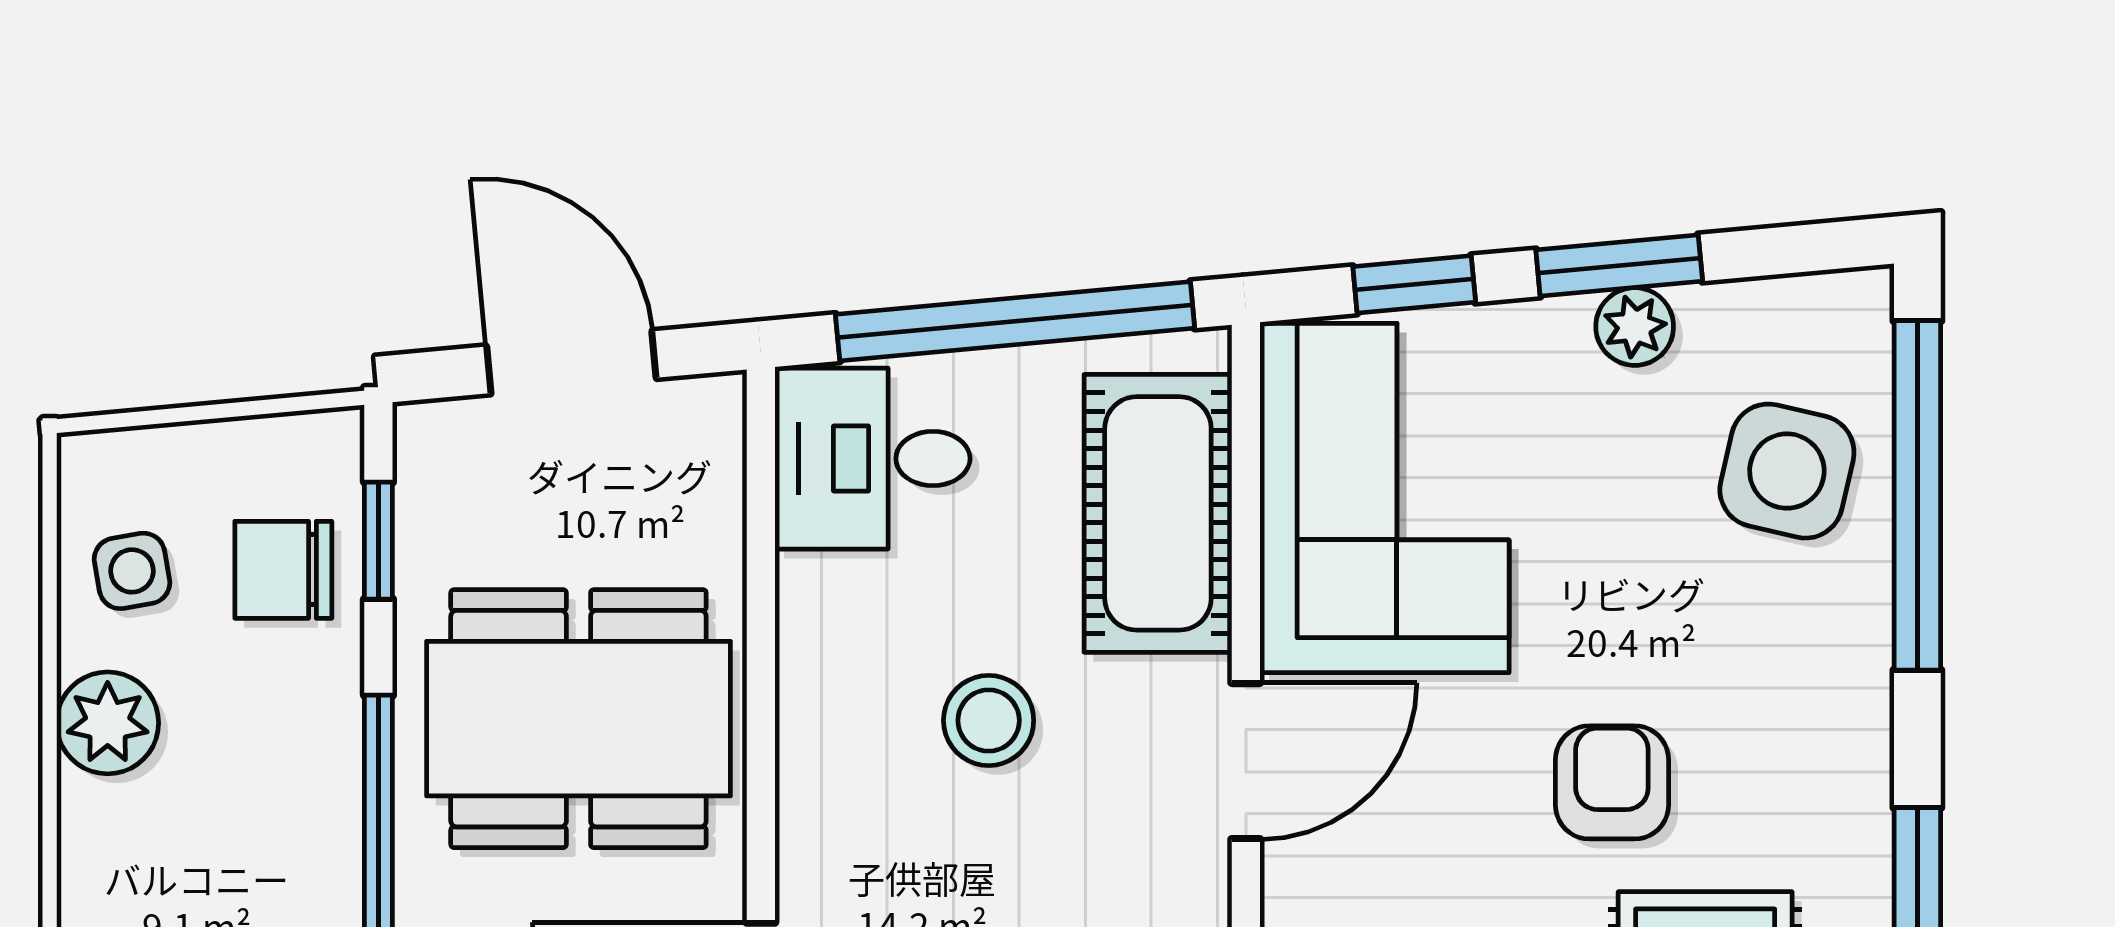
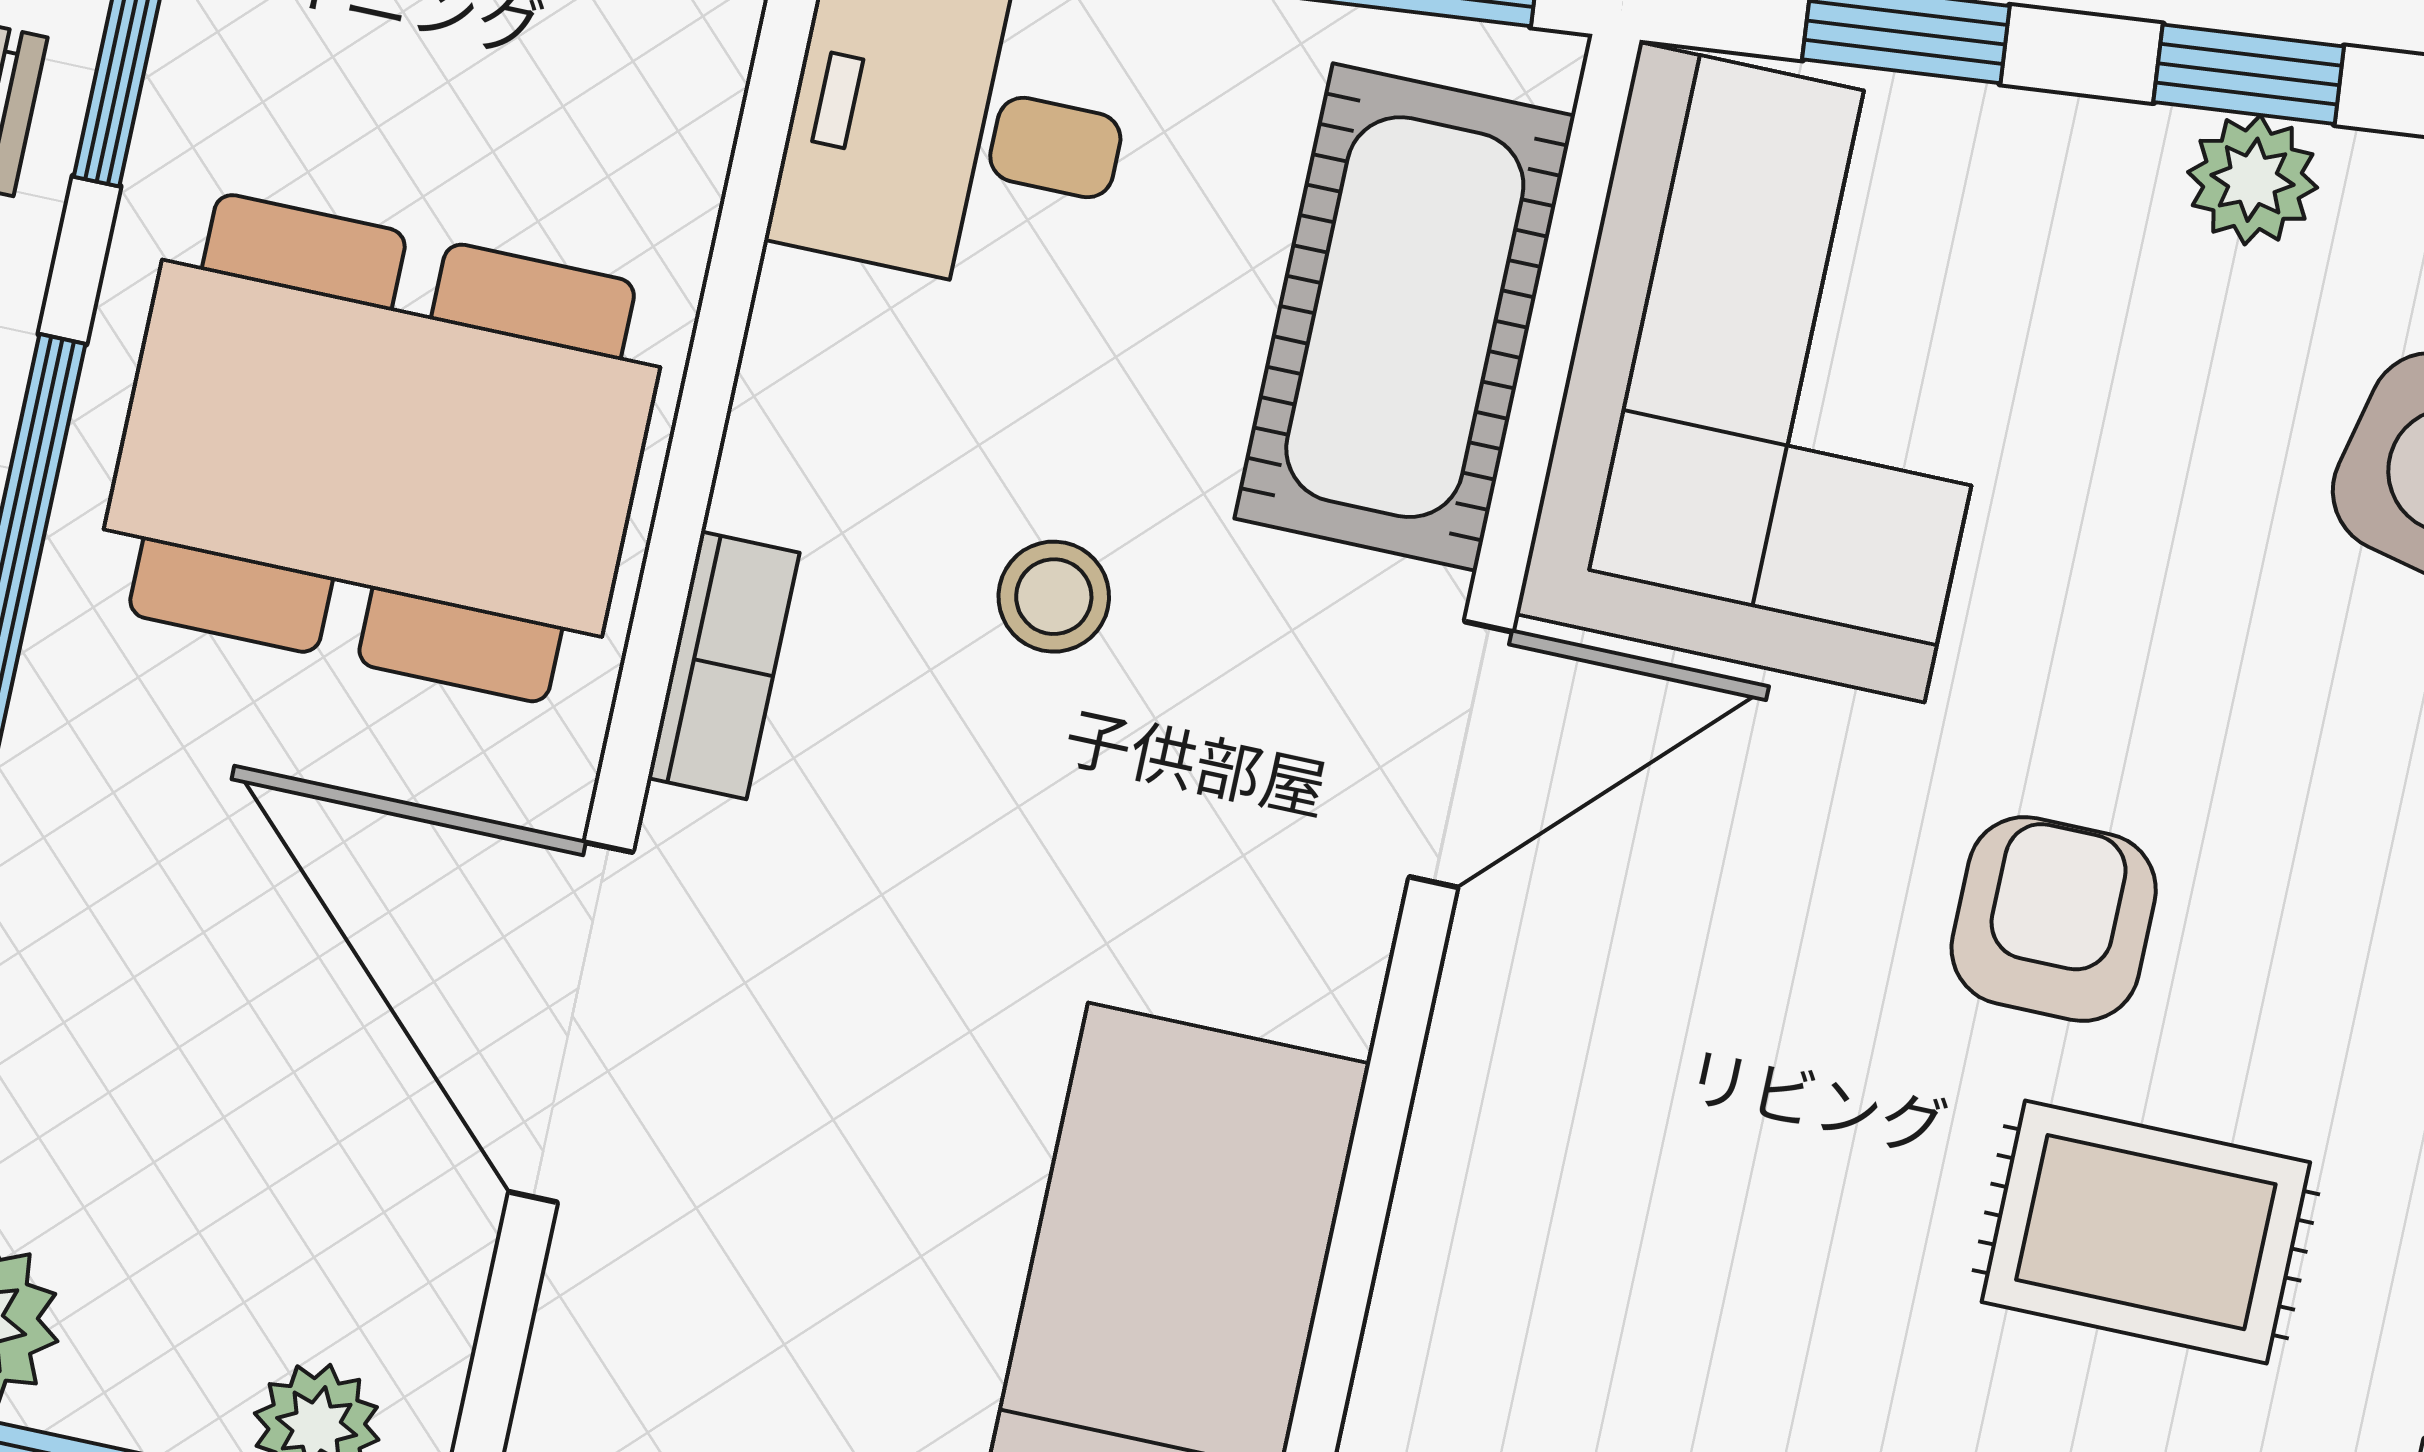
window: (1619, 266) -> (2249, 74), width x0.67
stool: (989, 720) -> (1054, 597), width x0.73, depth x0.73
bookcase: (805, 802) -> (724, 665), added

